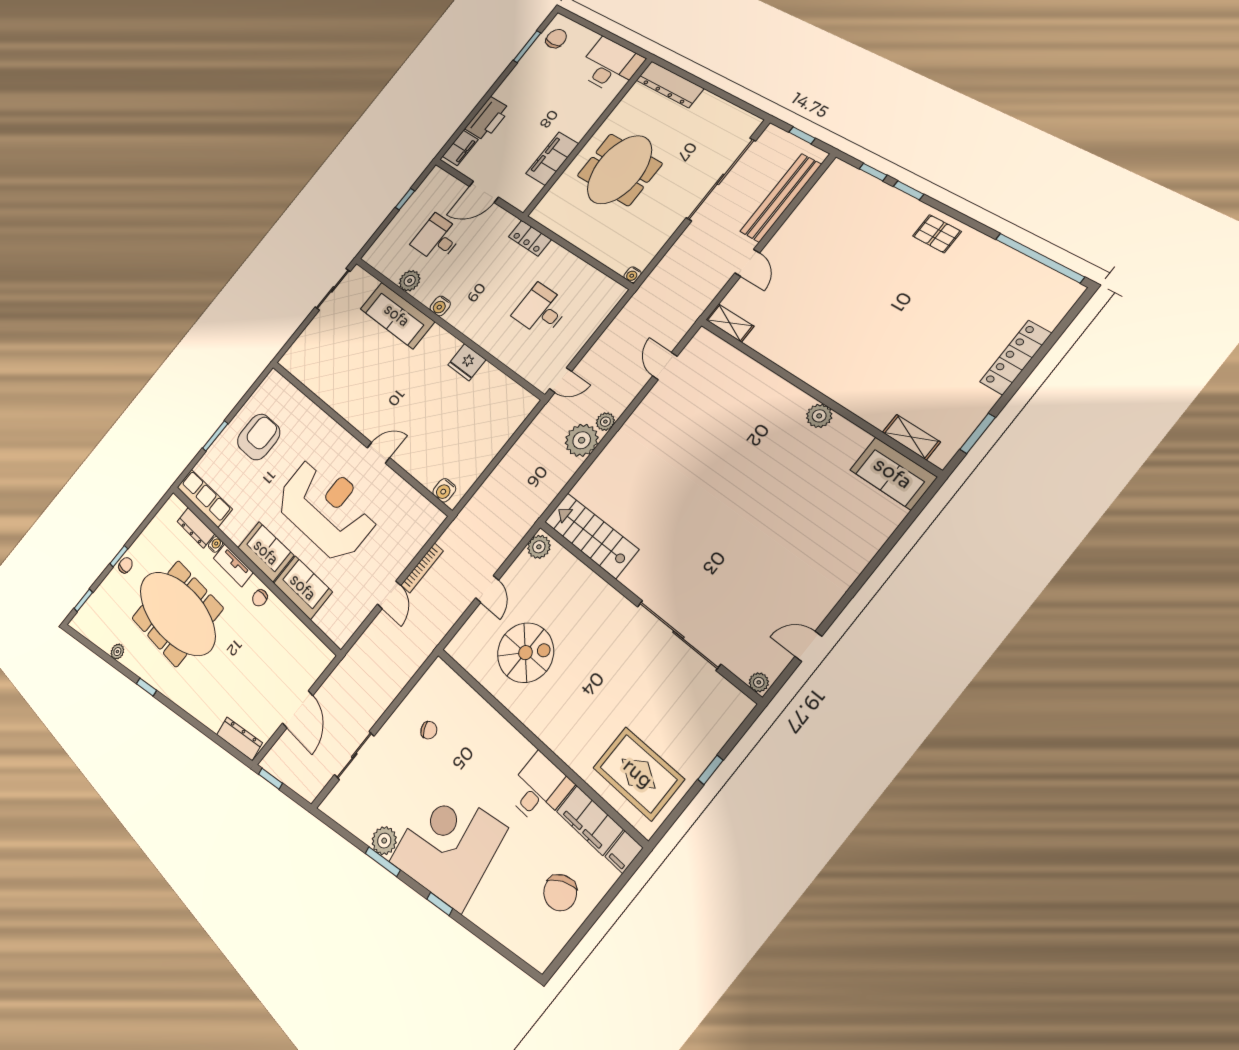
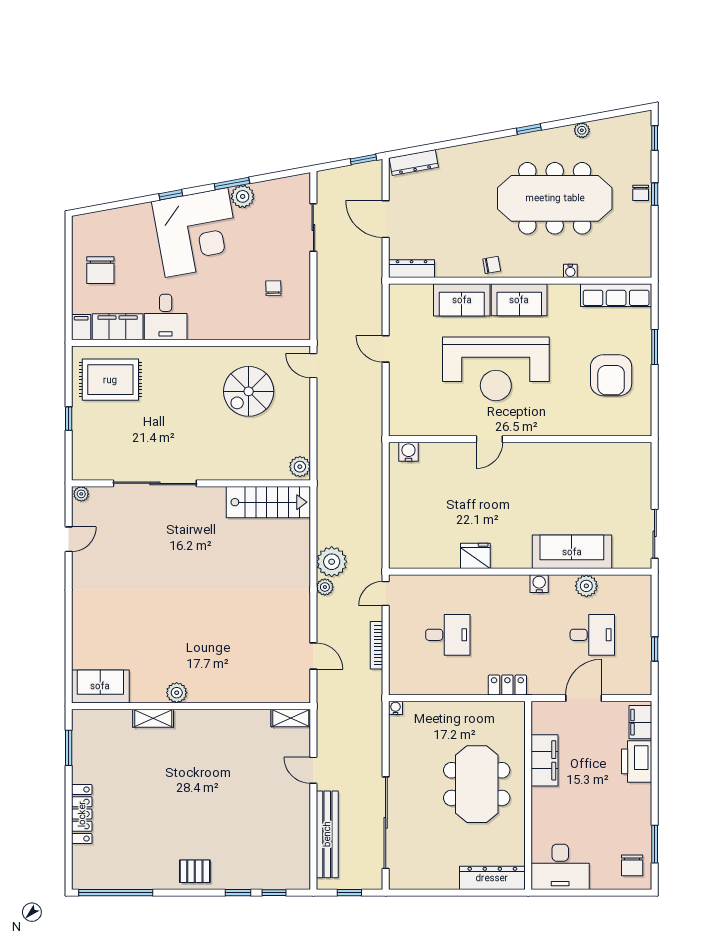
shelving: (911, 437) -> (153, 718), moved
dresser: (196, 528) -> (412, 269), moved
tv unit: (233, 565) -> (539, 269), removed
bookcase: (422, 568) -> (377, 645), moved
door: (487, 589) -> (313, 366), moved
chair: (260, 598) -> (492, 265), turned 80
chair: (429, 730) -> (273, 288), turned 117
chair: (560, 893) -> (100, 270), turned -153

